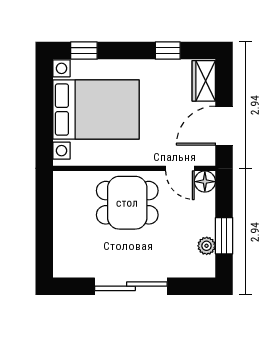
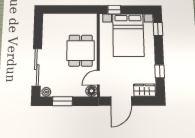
door: (224, 126) -> (121, 101), swing flipped
window: (44, 136) -> (114, 10), added
plant: (207, 246) -> (46, 92), moved
sliding door: (131, 286) -> (37, 67), moved

